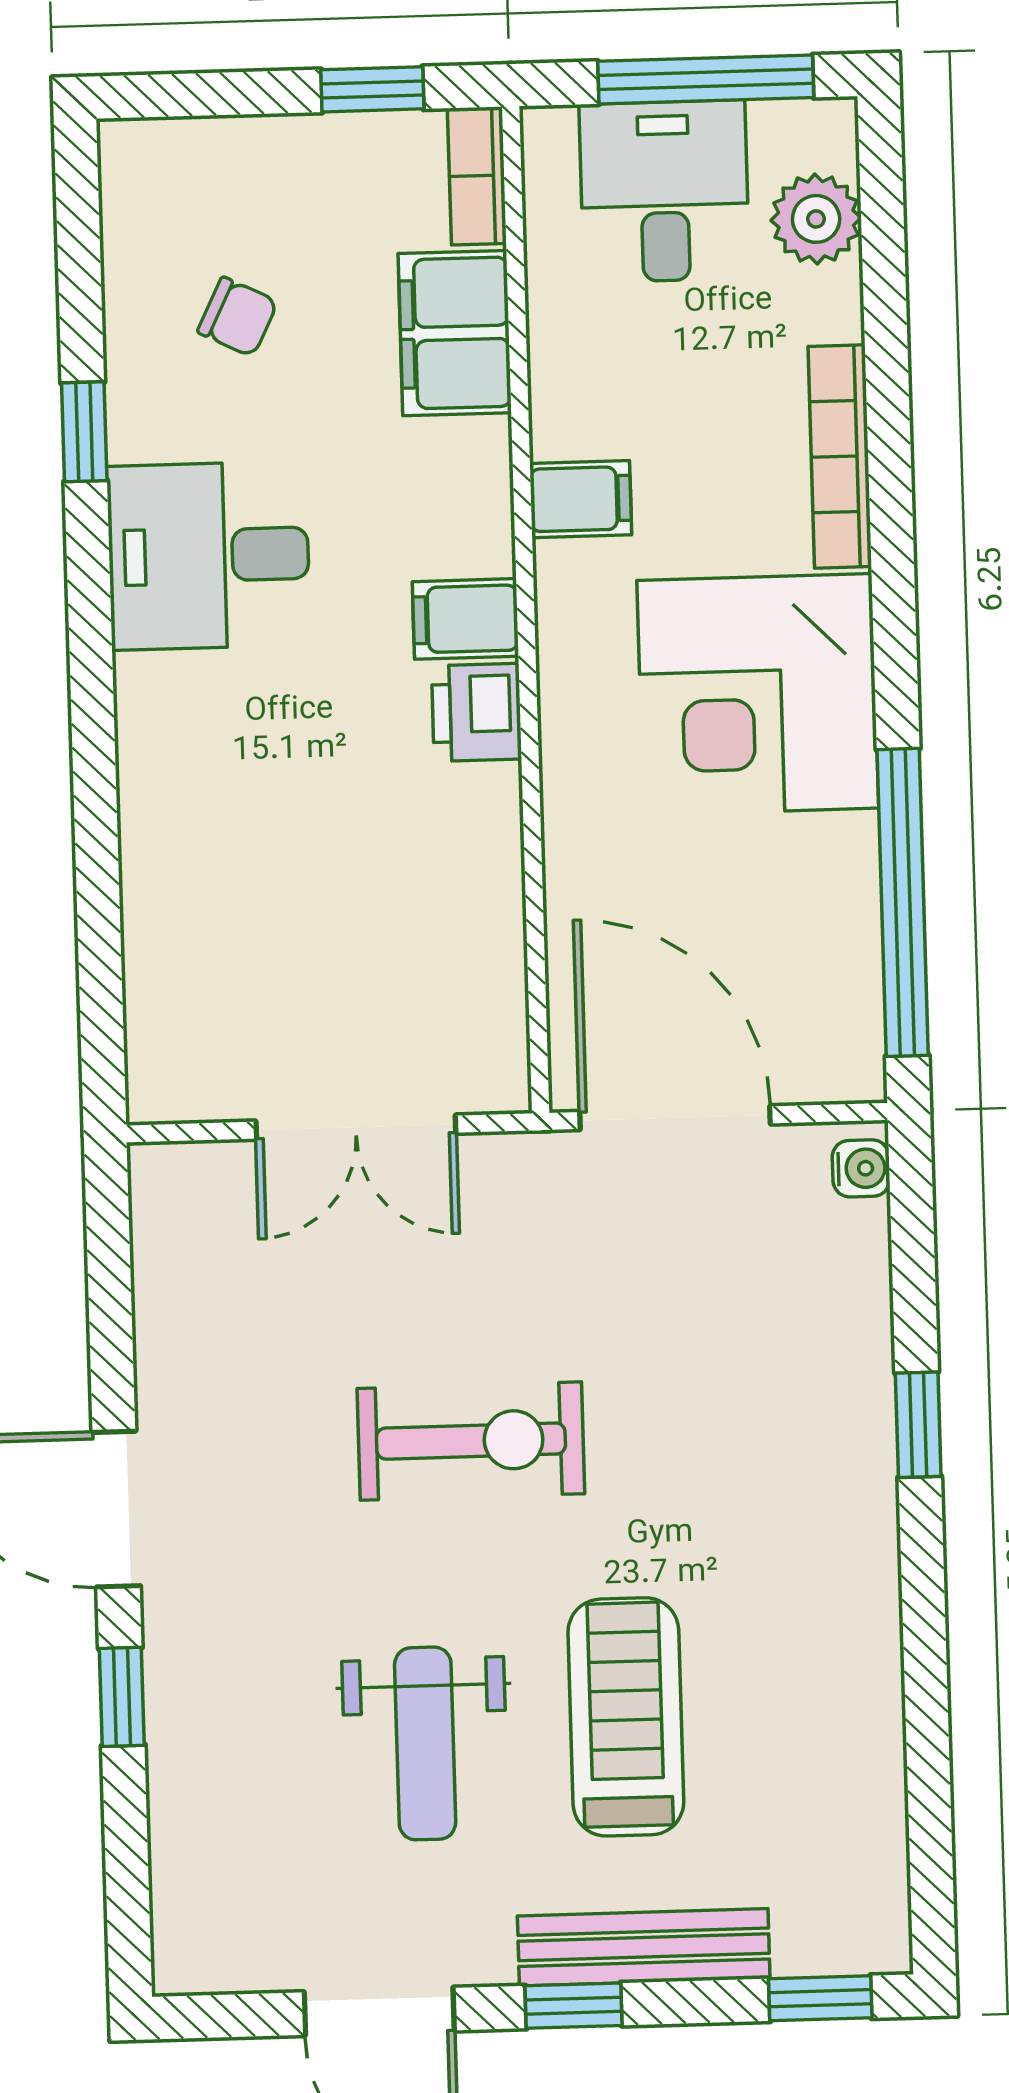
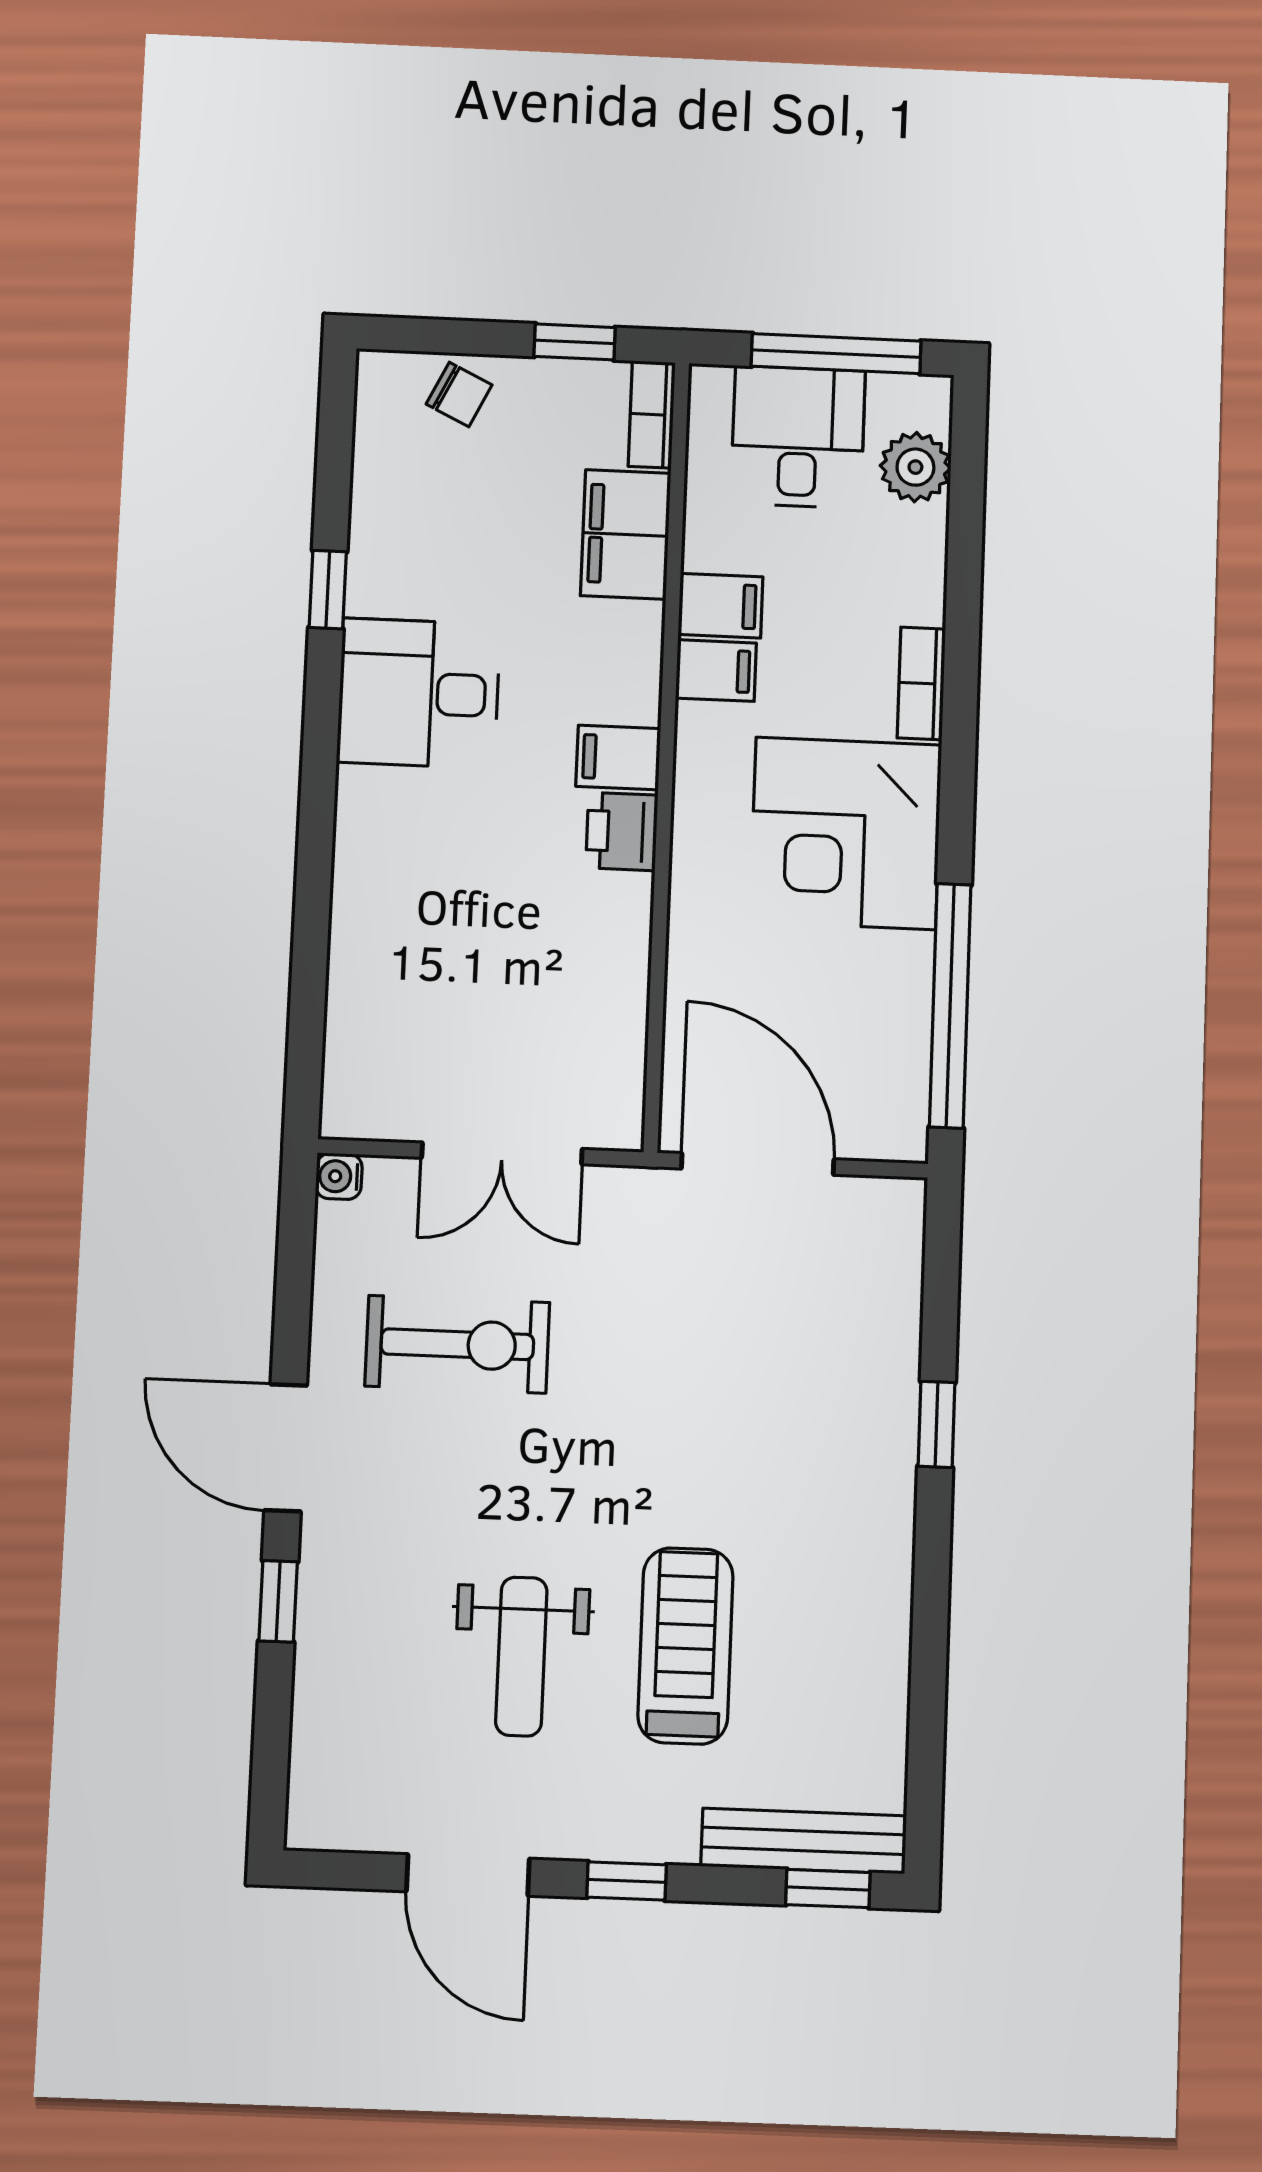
chair: (238, 317) -> (459, 395), moved
filing cabinet: (581, 416) -> (720, 606), added
bookcase: (840, 457) -> (921, 683), width x0.64
water cooler: (861, 1168) -> (339, 1176), moved, turned 180
exercise bike: (471, 1441) -> (457, 1344), moved
bench: (644, 1947) -> (804, 1841), moved

